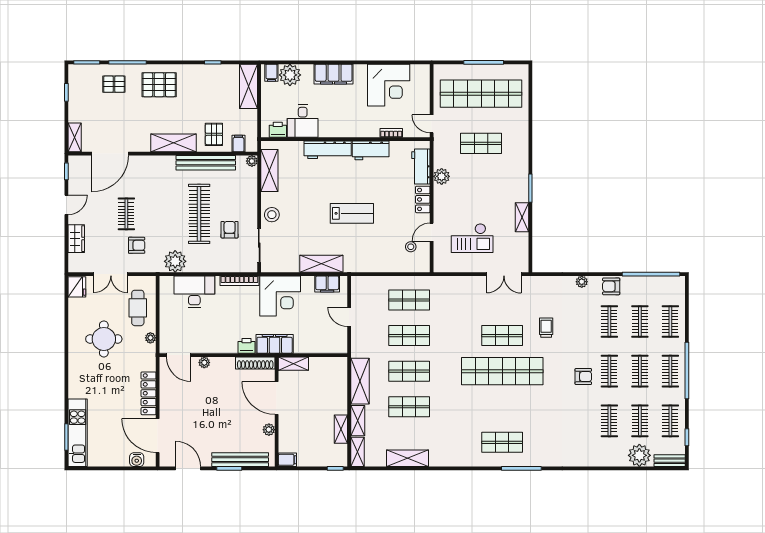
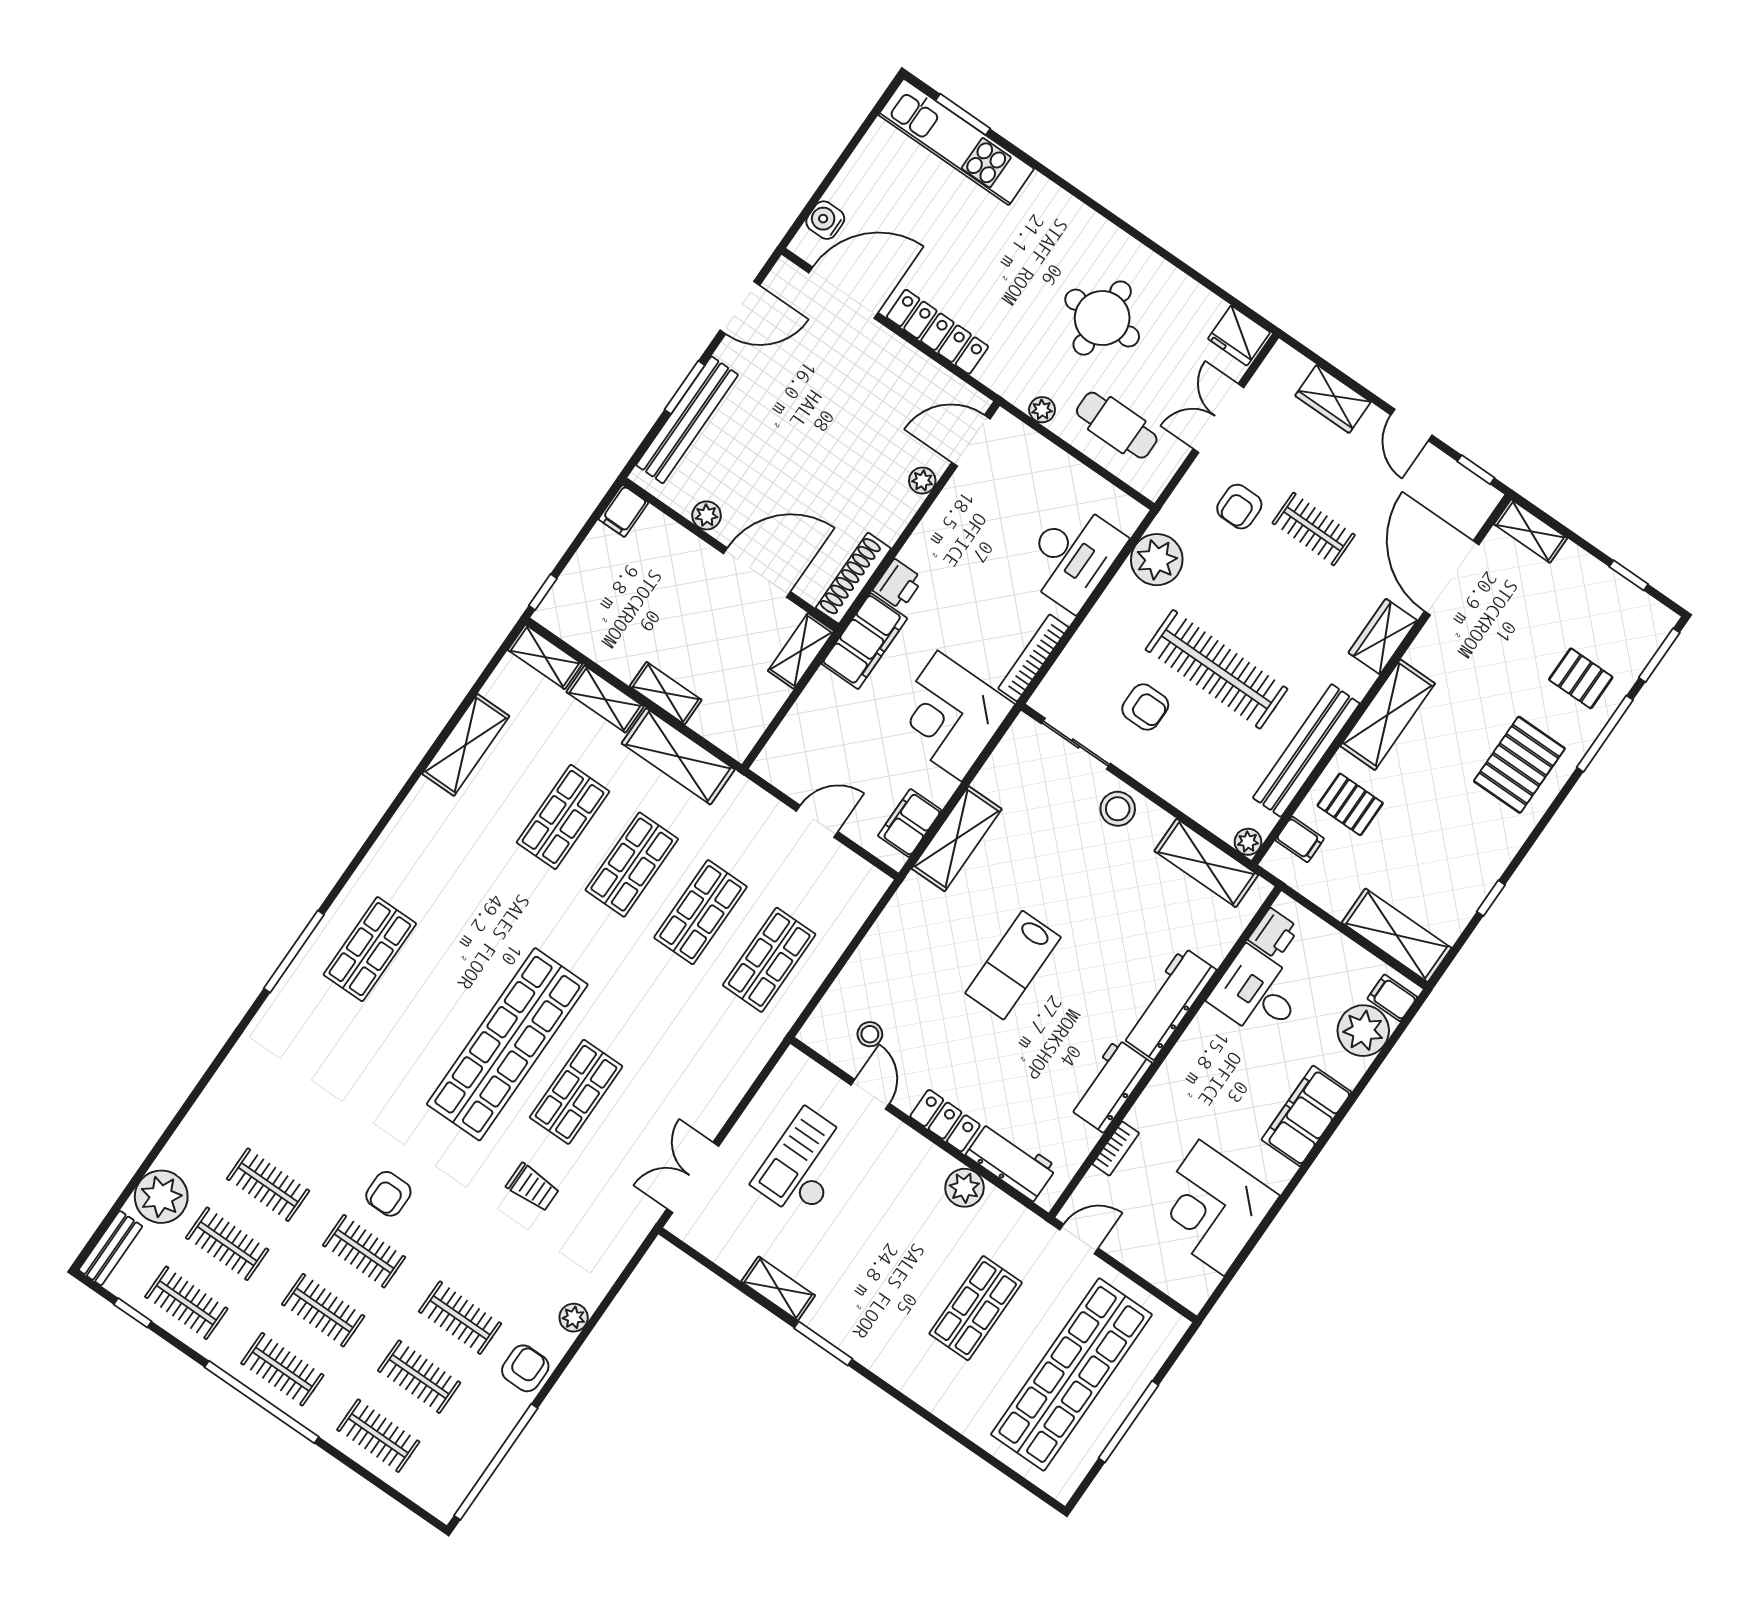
pallet: (114, 84) -> (1581, 678), turned 90
wardrobe: (147, 164) -> (1383, 637), added
shelving: (341, 429) -> (666, 693), moved

